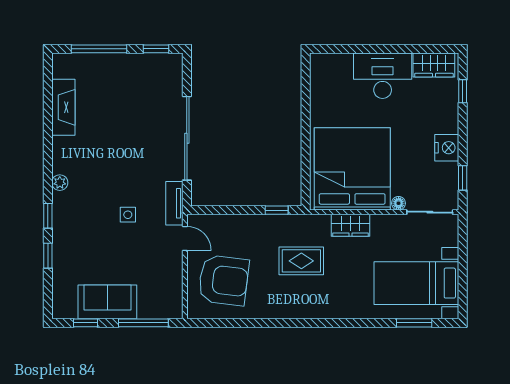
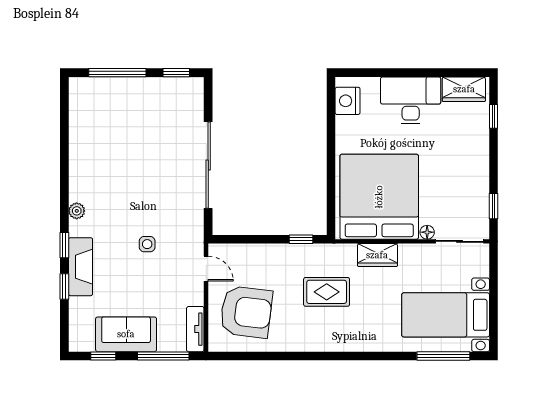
fireplace: (63, 107) -> (81, 267), moved
nightstand: (447, 148) -> (348, 101), moved, turned 180
tv unit: (174, 203) -> (195, 329), moved
window: (414, 323) -> (443, 356), width x1.44

